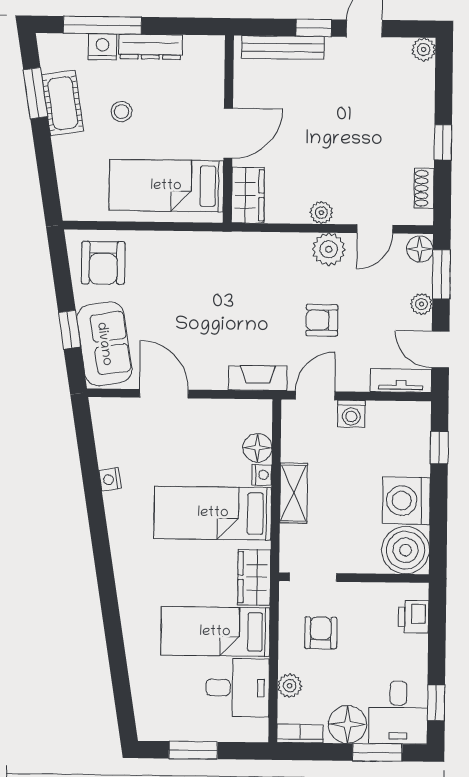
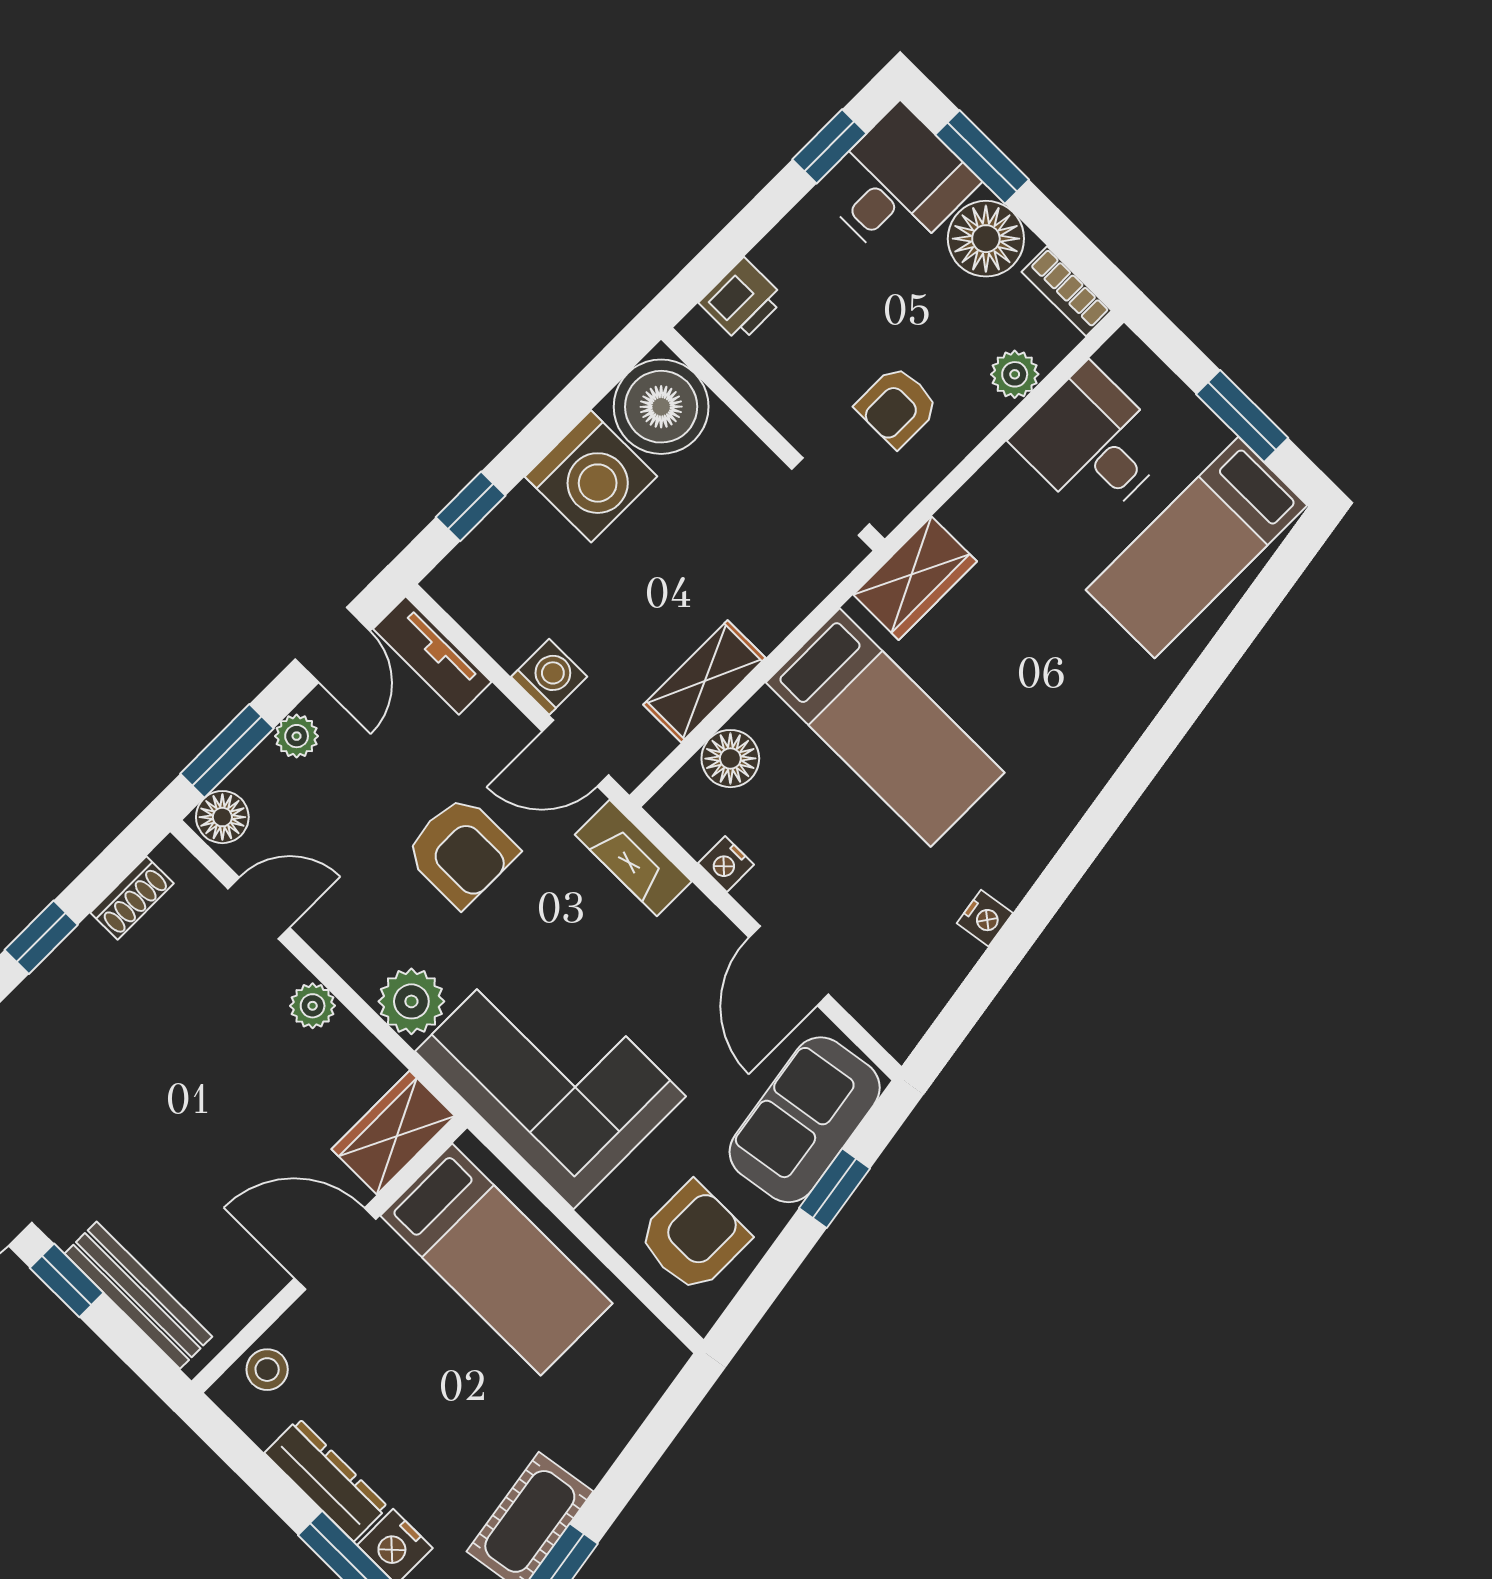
stool: (122, 112) -> (267, 1370), moved
plant: (329, 249) -> (411, 1001), moved
corner sofa: (212, 271) -> (550, 1074), added
armchair: (322, 320) -> (461, 851), width x1.38, depth x1.38
nightstand: (262, 475) -> (726, 864), moved, turned -90
shelving: (294, 493) -> (704, 681), moved
bed: (215, 632) -> (1197, 548), moved, turned 90

